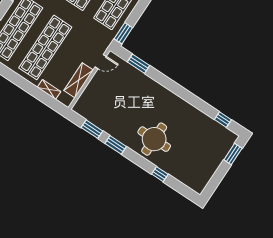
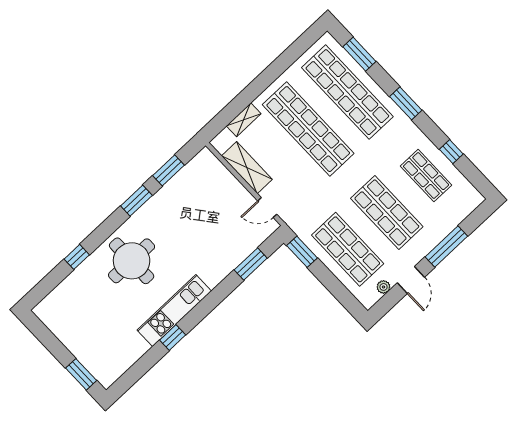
door: (101, 62) -> (267, 208), hinge flipped
kitchen unit: (179, 105) -> (174, 311), added
window: (223, 120) -> (173, 337), moved

